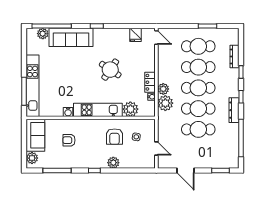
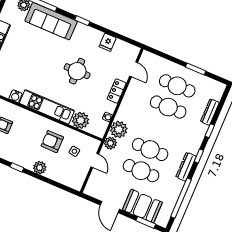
fridge: (135, 35) -> (108, 42), moved
door: (156, 37) -> (134, 69), moved
round table: (110, 70) -> (77, 71), turned -34
locker: (150, 82) -> (117, 91), moved
cafe table: (198, 88) -> (159, 128), removed
plant: (163, 89) -> (110, 143), moved
armchair: (115, 137) -> (52, 142), turned 90
door: (156, 149) -> (95, 160), moved
booth: (212, 158) -> (142, 206), added

